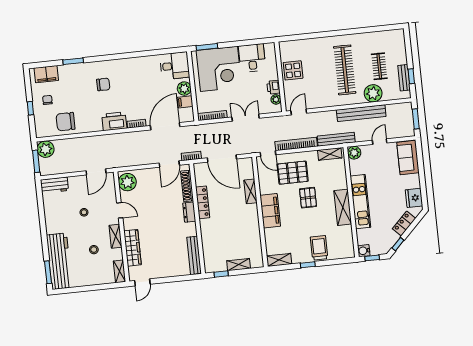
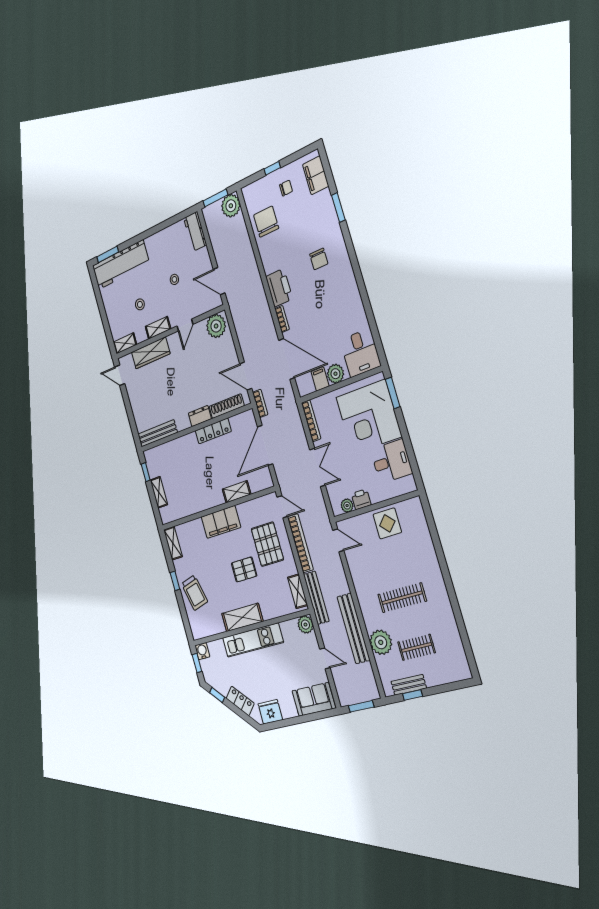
clothes rail: (345, 70) -> (402, 598), width x0.73, depth x0.76
door: (268, 154) -> (282, 507), swing flipped
trolley: (319, 248) -> (194, 593), turned 76

